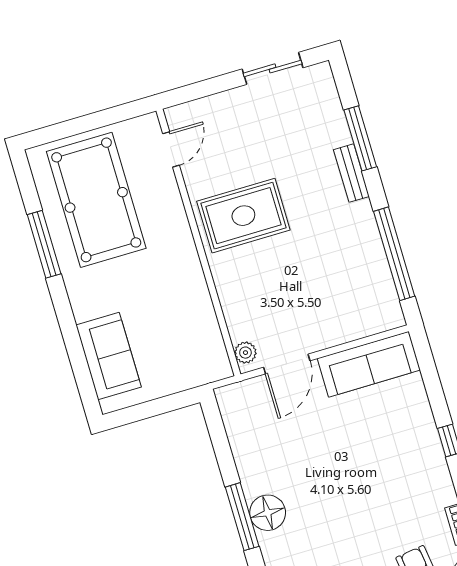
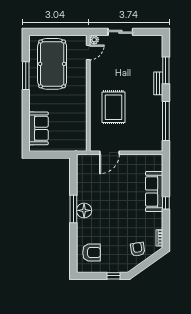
sliding door: (273, 68) -> (120, 32), moved
rug: (243, 216) -> (113, 107), moved, turned 90
plant: (245, 353) -> (94, 40), moved
sofa: (369, 364) -> (154, 192), moved, turned 90

